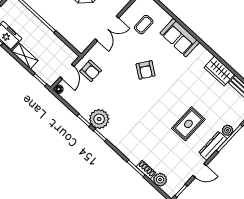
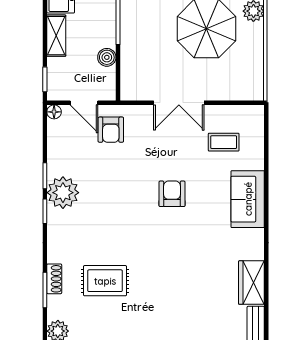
boiler: (56, 42) -> (107, 57), added
armchair: (146, 70) -> (172, 194), turned 145
door: (67, 72) -> (84, 103), hinge flipped
rug: (188, 124) -> (105, 281), moved
shoe rack: (146, 170) -> (54, 279), moved

